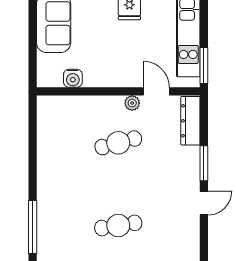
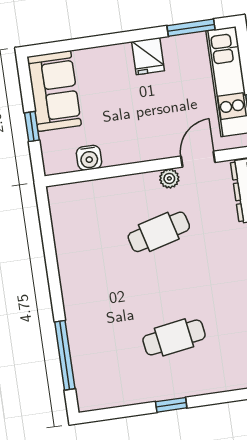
window: (33, 48) -> (32, 127), added
door: (156, 91) -> (198, 159), hinge flipped

